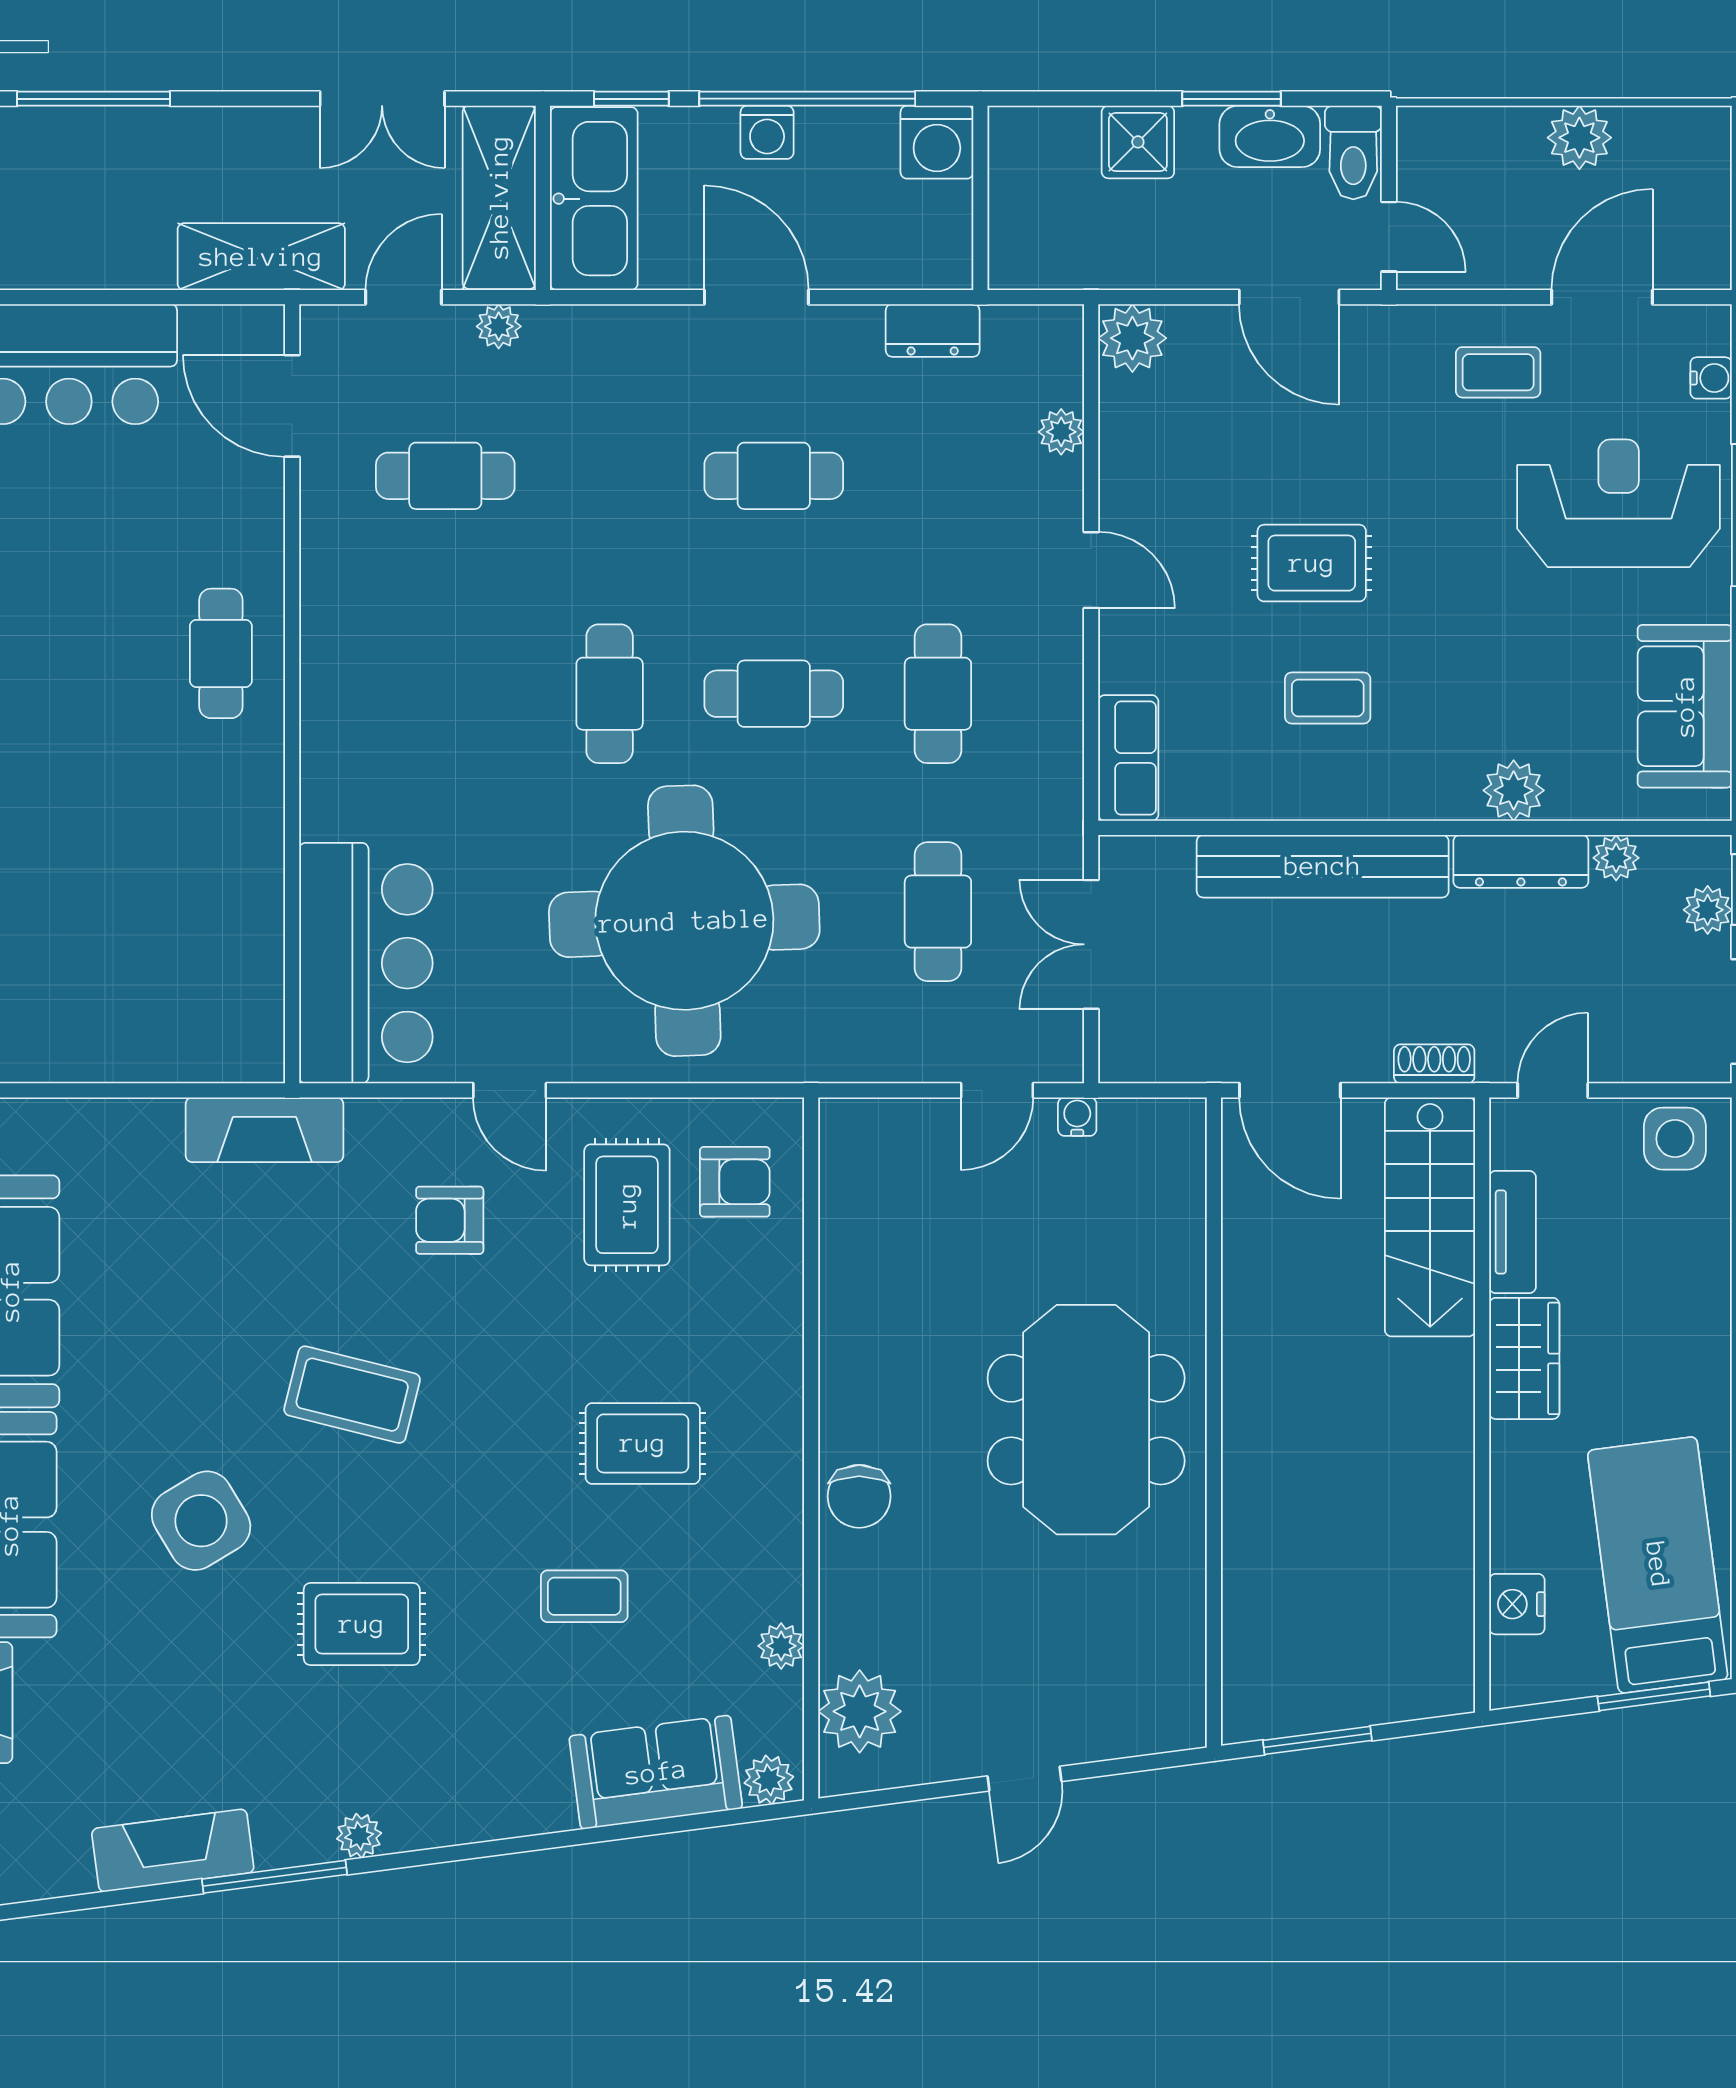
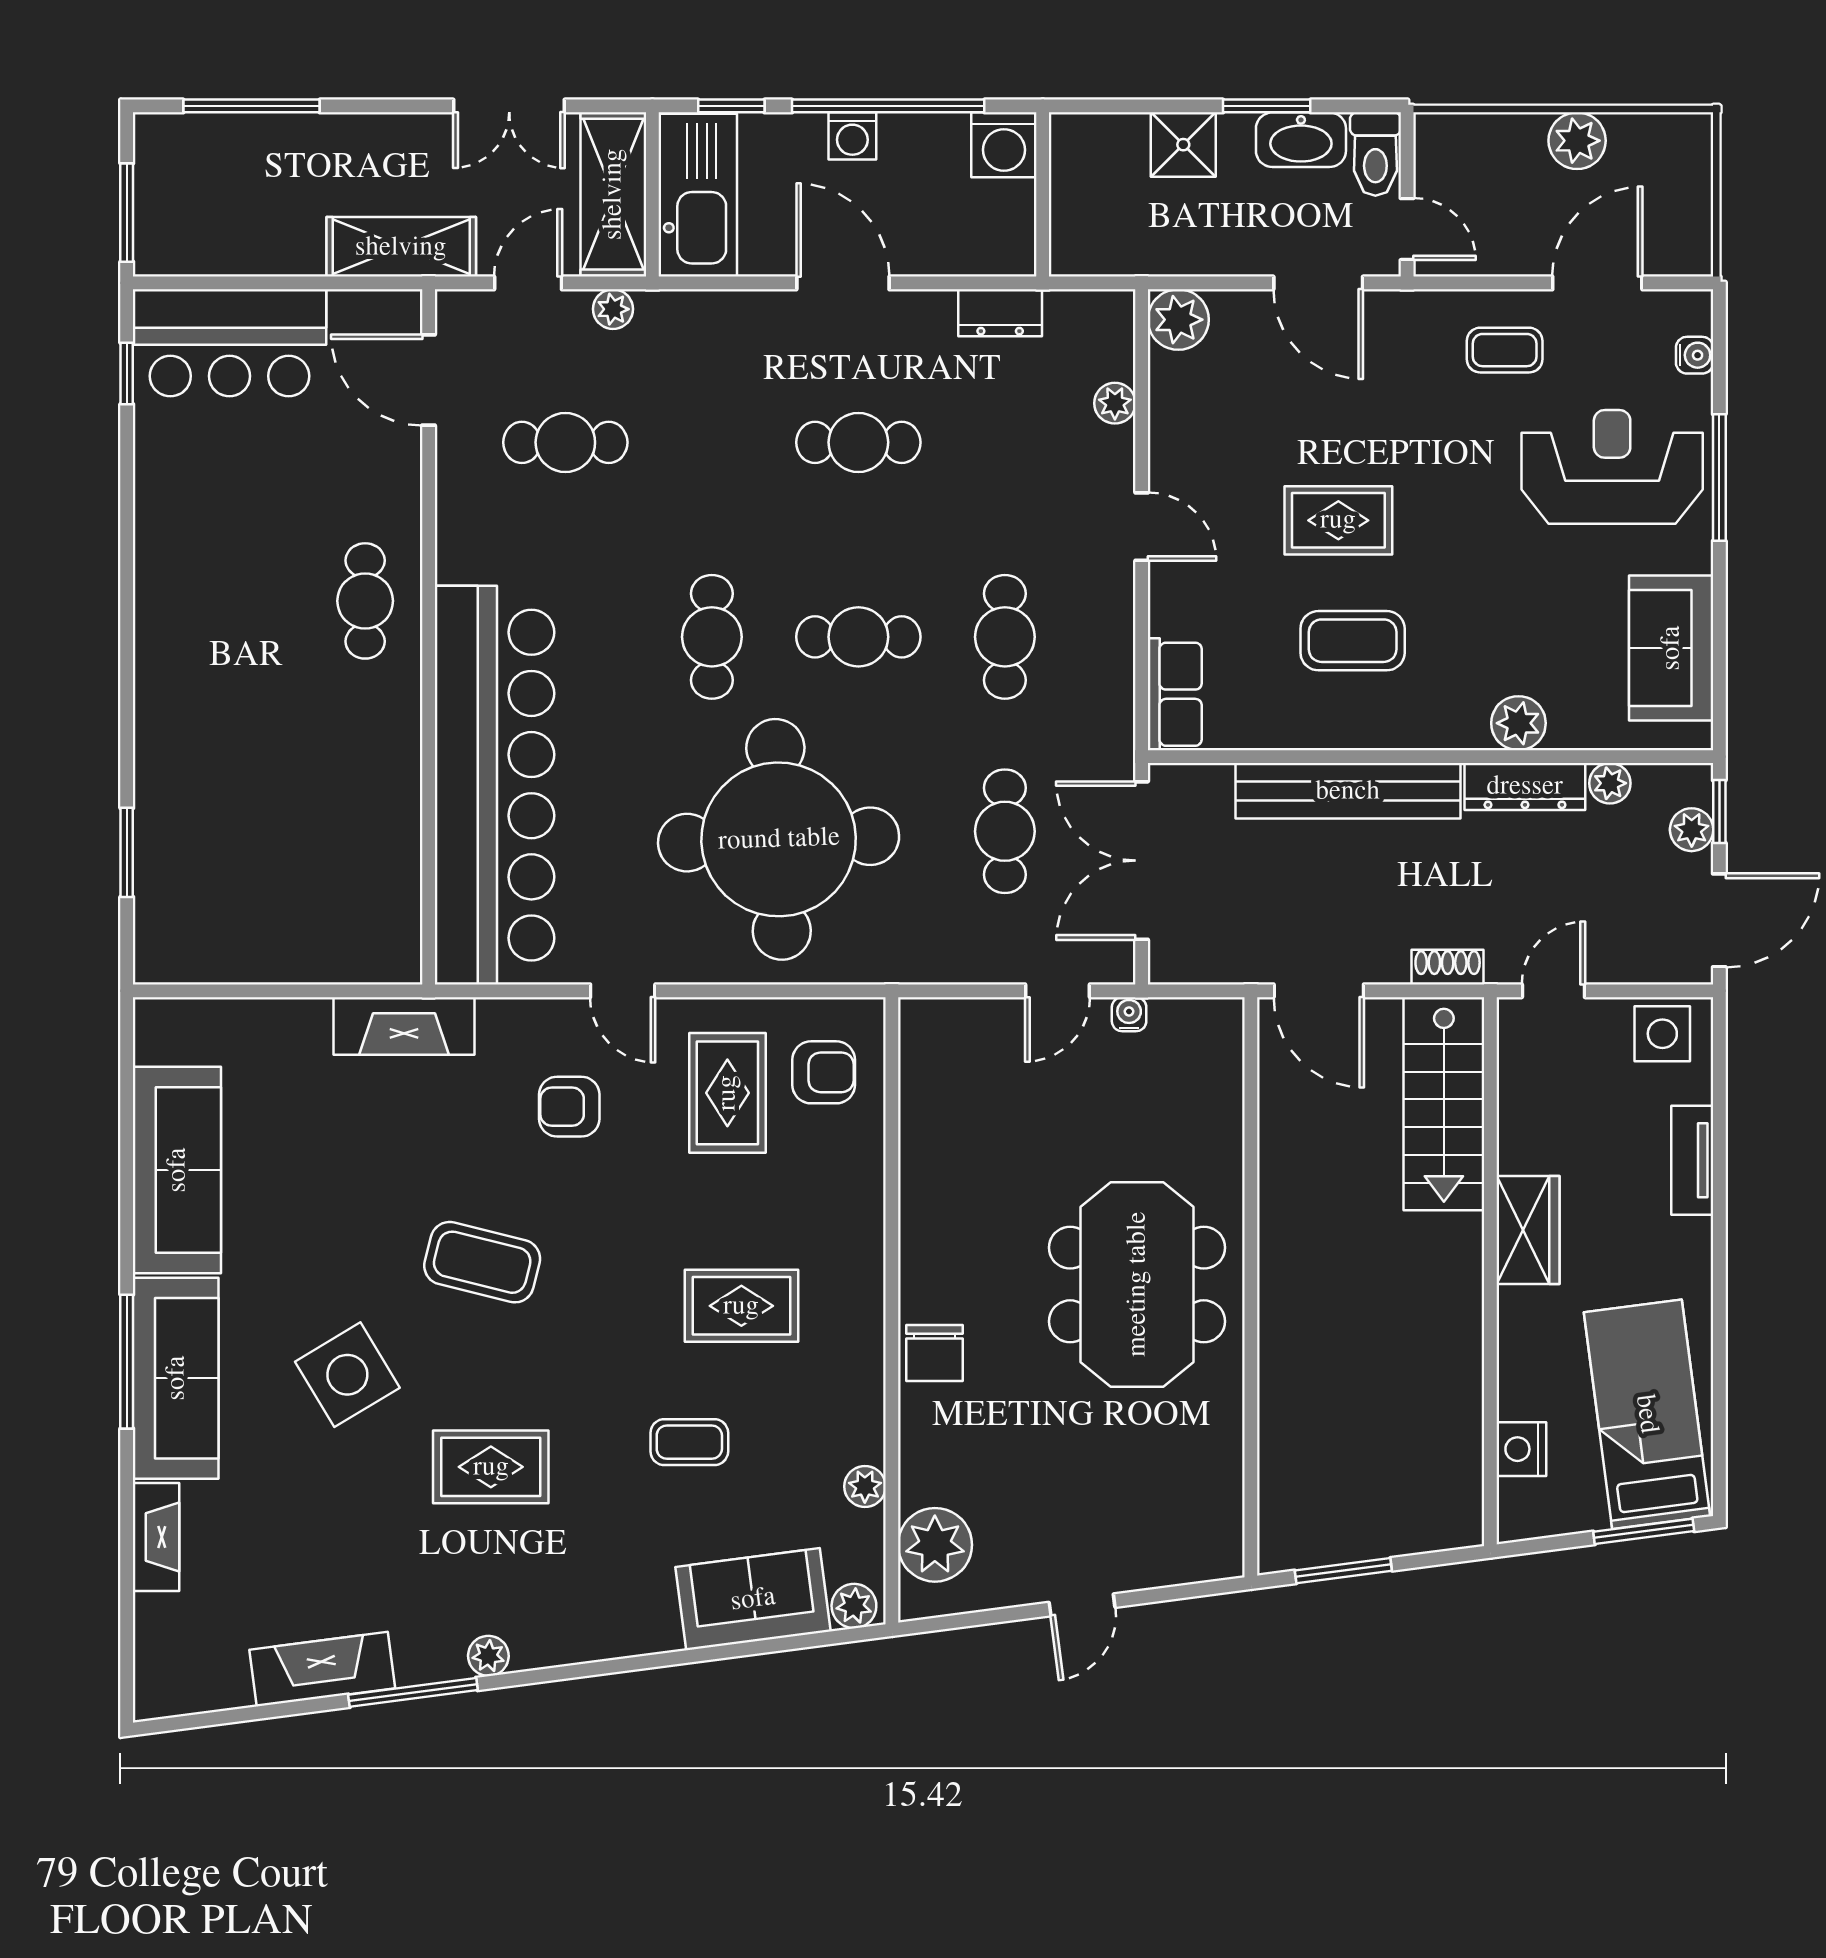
coffee table: (1328, 698) -> (1353, 641), width x1.36, depth x1.30
double door: (1091, 944) -> (1142, 861), width x1.37
bar counter: (366, 963) -> (494, 785), width x1.86
tv unit: (1512, 1232) -> (1692, 1160), moved, turned 180

